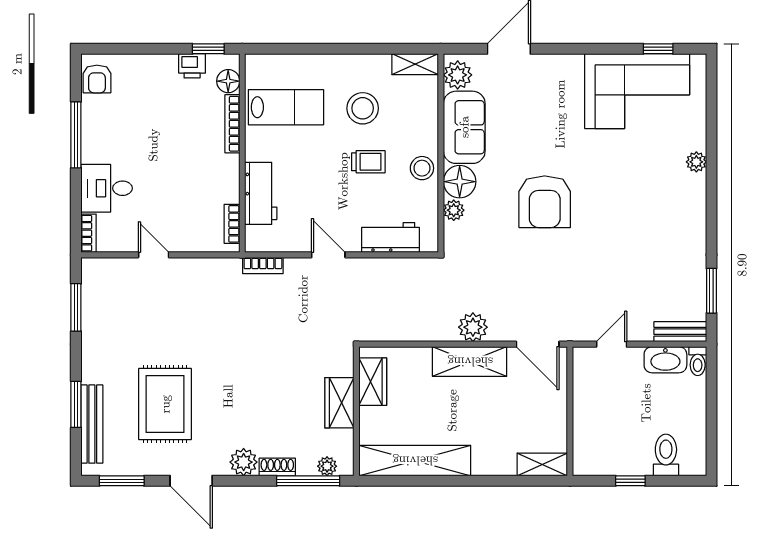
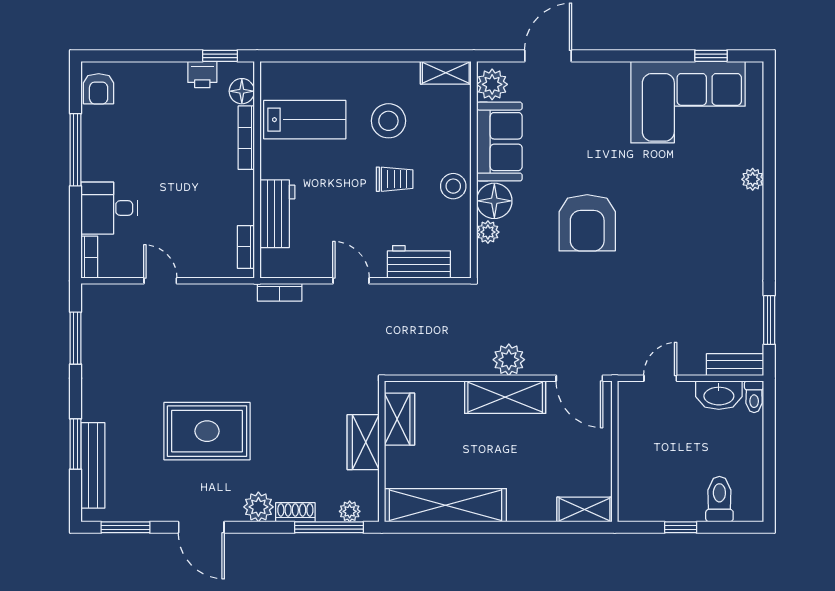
rug: (165, 404) -> (207, 431), moved, turned 90

